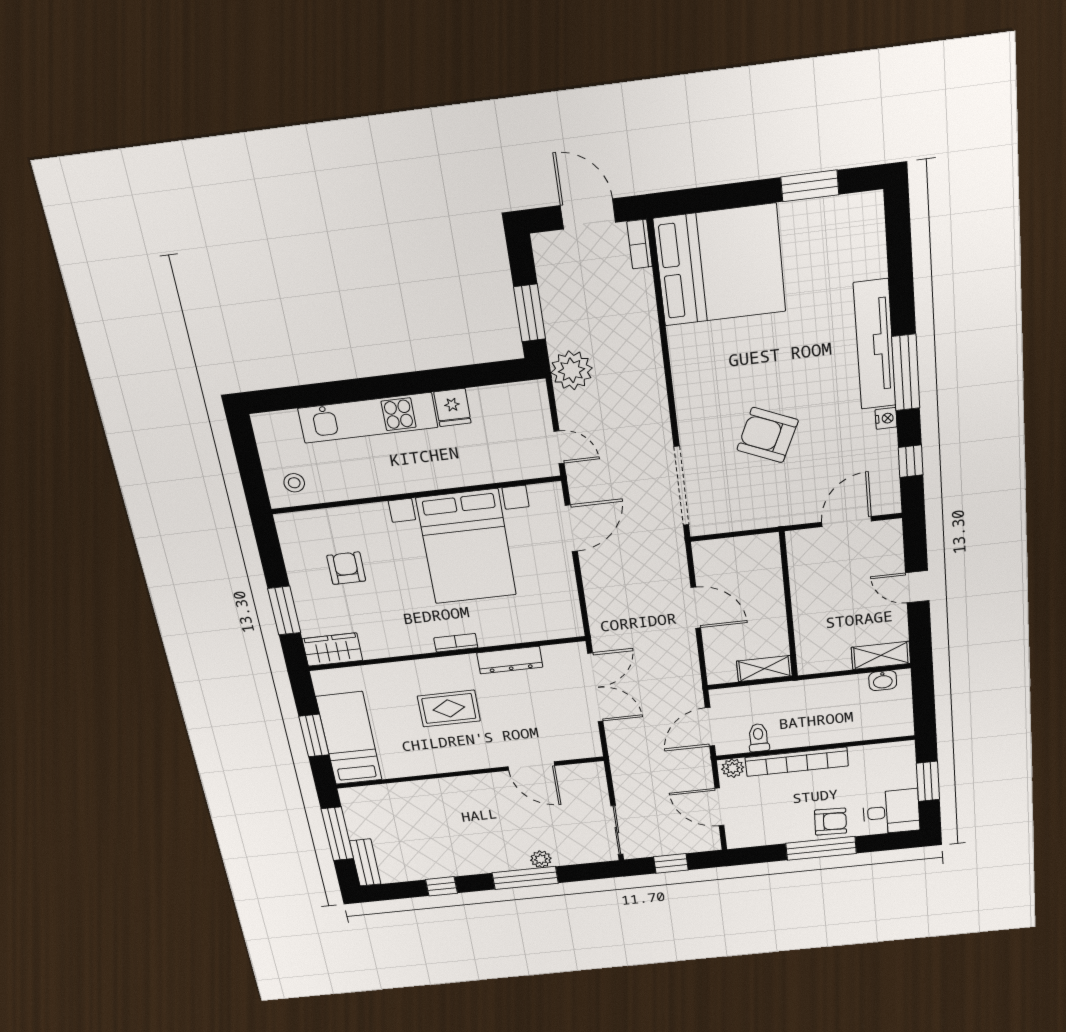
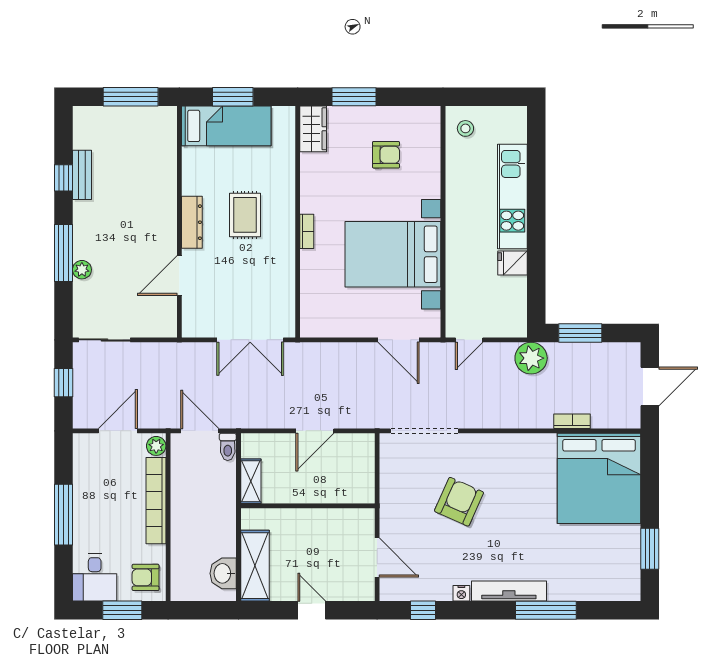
bookcase: (640, 244) -> (572, 421), moved
tv unit: (875, 345) -> (509, 591), width x0.73, depth x0.78
window: (906, 372) -> (546, 610), moved
door: (917, 587) -> (312, 610), hinge flipped
shelving: (881, 655) -> (255, 566), width x1.50, depth x1.33
dresser: (510, 660) -> (192, 222), moved, turned 180
washbasin: (883, 681) -> (223, 573), width x1.38, depth x1.45
toilet: (758, 738) -> (228, 447), moved, turned 90
armchair: (831, 822) -> (146, 577), moved, turned 88
bench: (365, 863) -> (82, 175), moved, turned 90

